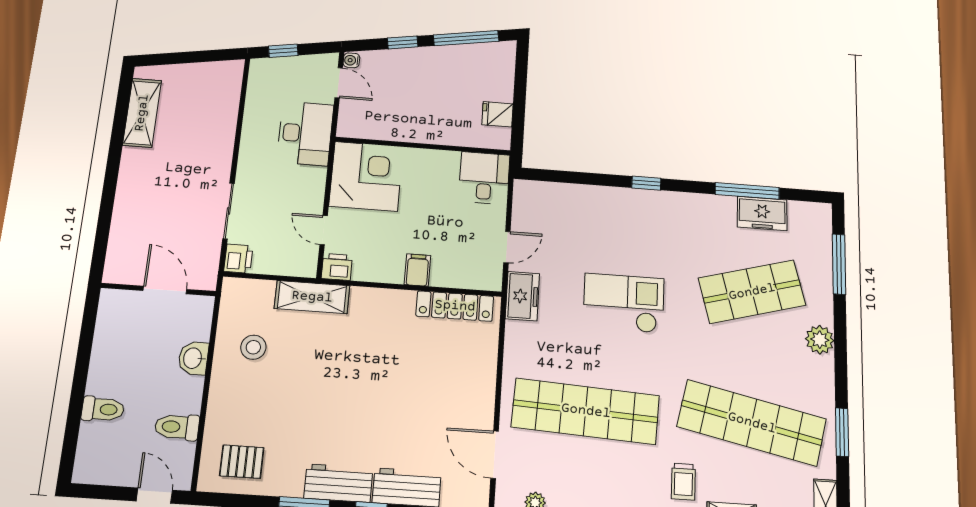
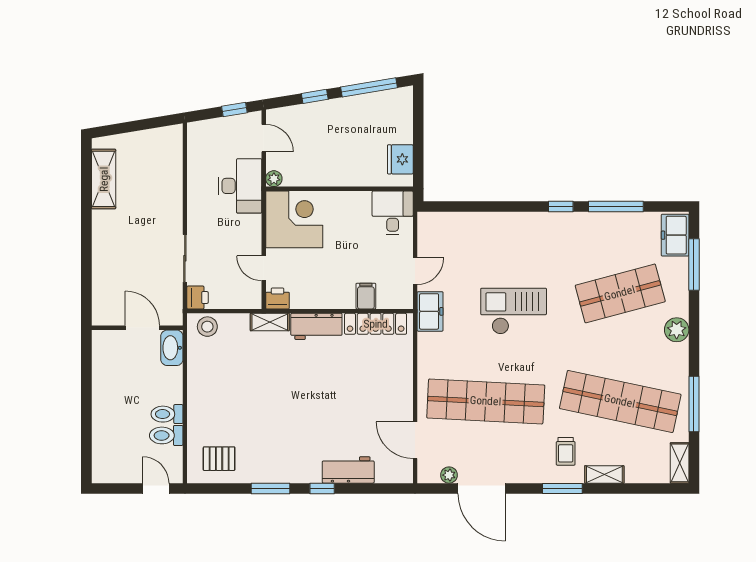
window: (283, 51) -> (234, 110), moved
water cooler: (351, 60) -> (272, 117), removed
fridge: (497, 114) -> (400, 159), width x1.38
plant: (346, 129) -> (274, 179), added
window: (646, 183) -> (561, 206), moved
freezer: (762, 213) -> (675, 235), moved, turned 90
filing cabinet: (417, 270) -> (366, 296), moved
shelving: (312, 297) -> (270, 322), width x0.67, depth x0.75
stool: (253, 347) -> (207, 327), moved
washbasin: (193, 358) -> (172, 348), moved, width x1.38
toilet: (103, 409) -> (167, 414), moved, turned 180
window: (842, 432) -> (694, 404), width x1.44
workbench: (338, 483) -> (316, 326), moved, turned 180

